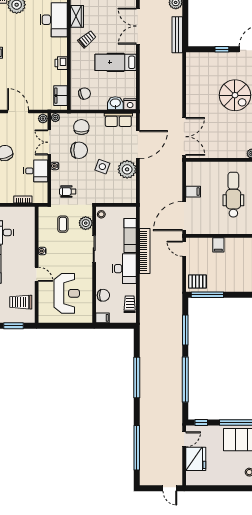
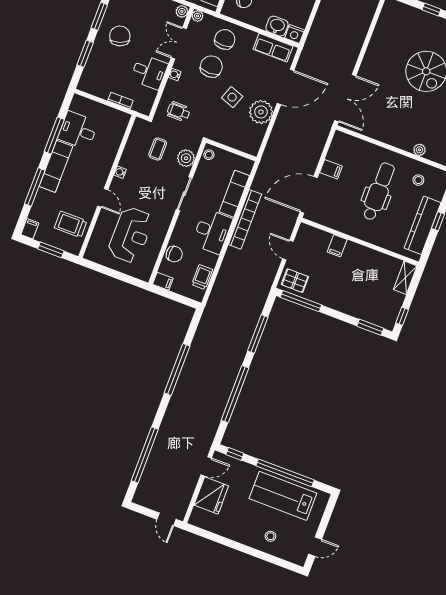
chair: (79, 150) -> (211, 67), turned -90
door: (184, 249) -> (288, 250), moved

